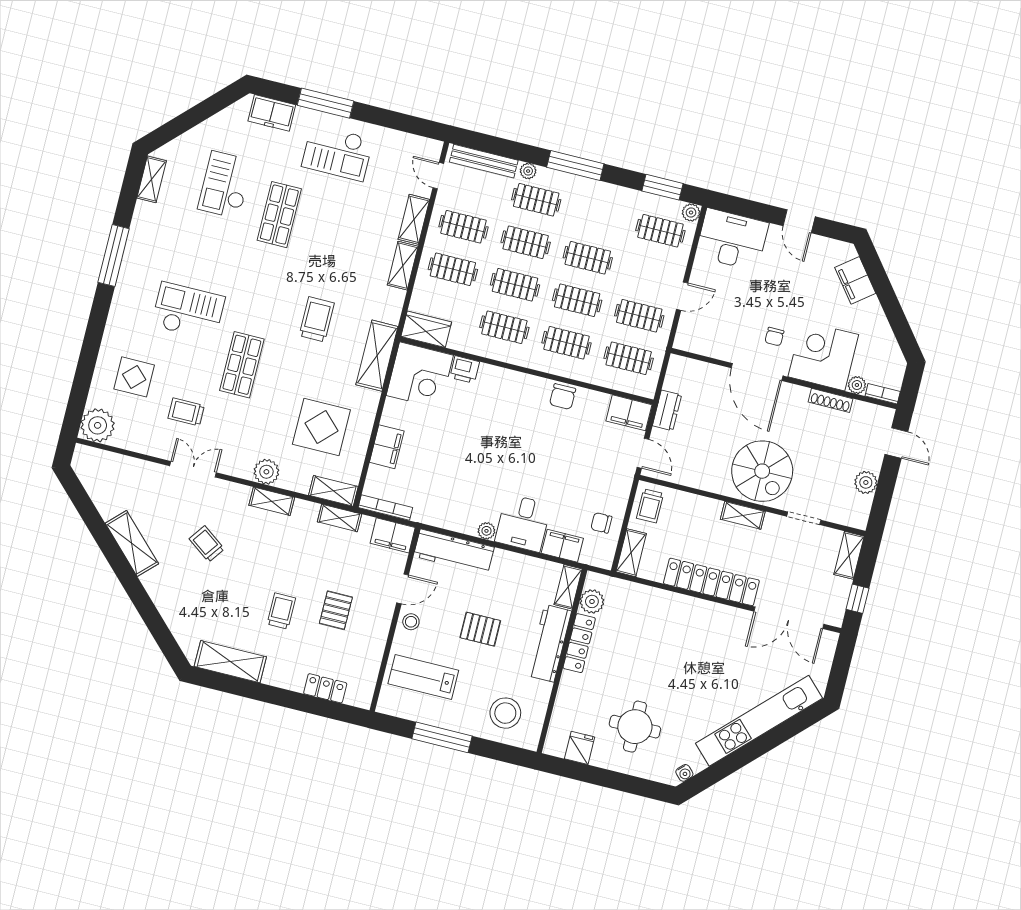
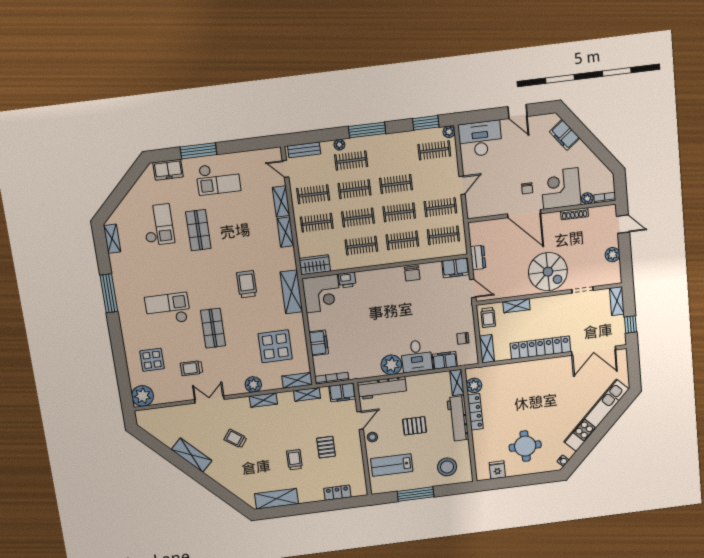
bench: (484, 161) -> (304, 150), width x0.73
checkout: (225, 185) -> (158, 225), turned 180
shelving: (743, 515) -> (516, 306), moved
plant: (486, 531) -> (391, 365), width x1.87, depth x1.87

